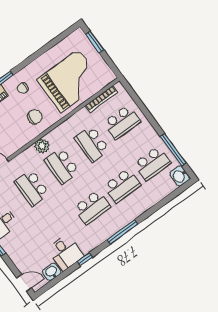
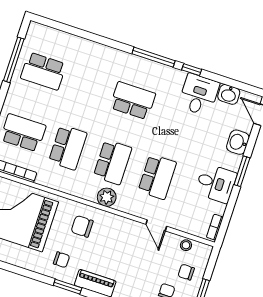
school desk: (152, 163) -> (43, 71), turned 180
washbasin: (180, 176) -> (238, 142), moved, turned 180
school desk: (122, 185) -> (88, 86), removed
window: (123, 232) -> (154, 57), moved

